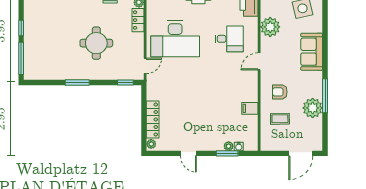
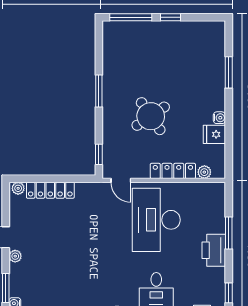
locker: (138, 20) -> (173, 171), width x1.53
round table: (96, 43) -> (151, 116), turned -34
plant: (229, 146) -> (15, 256), moved

